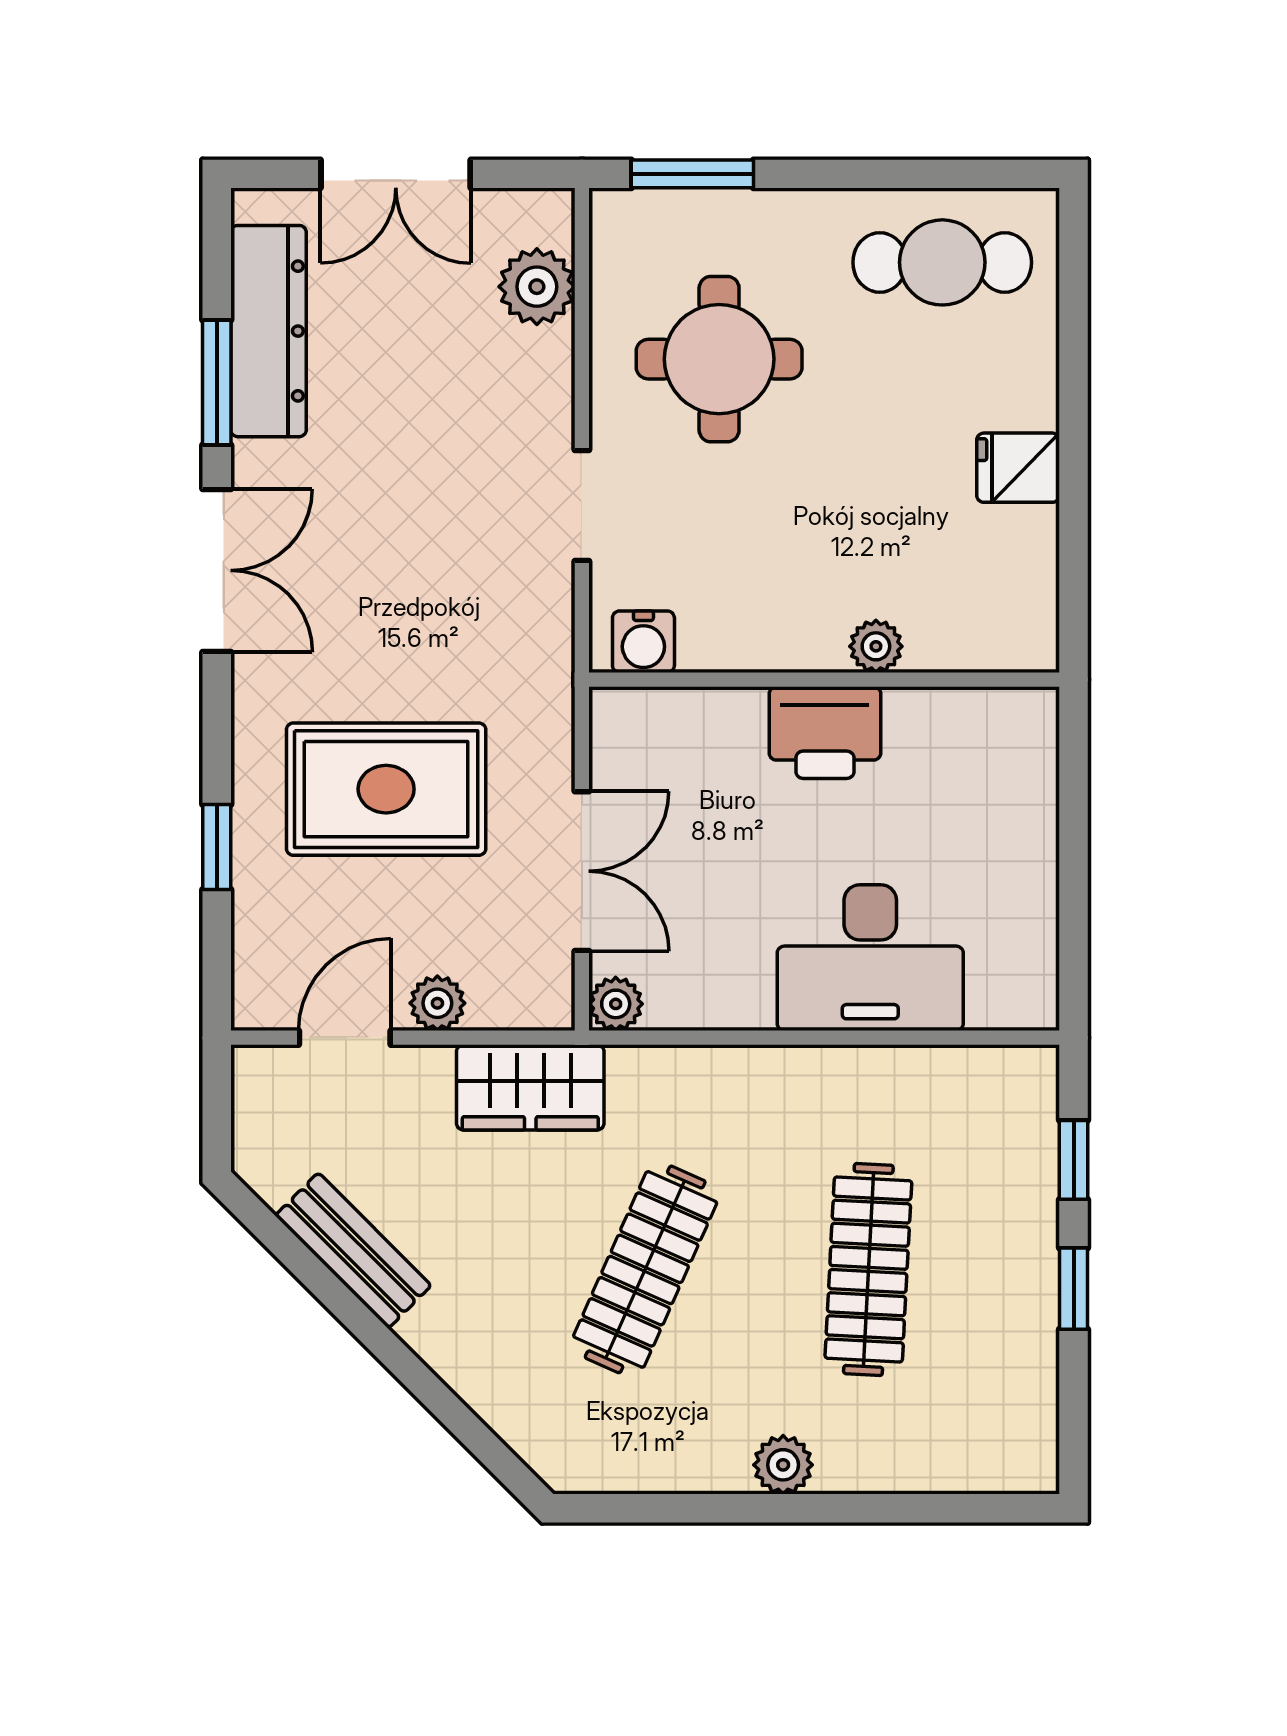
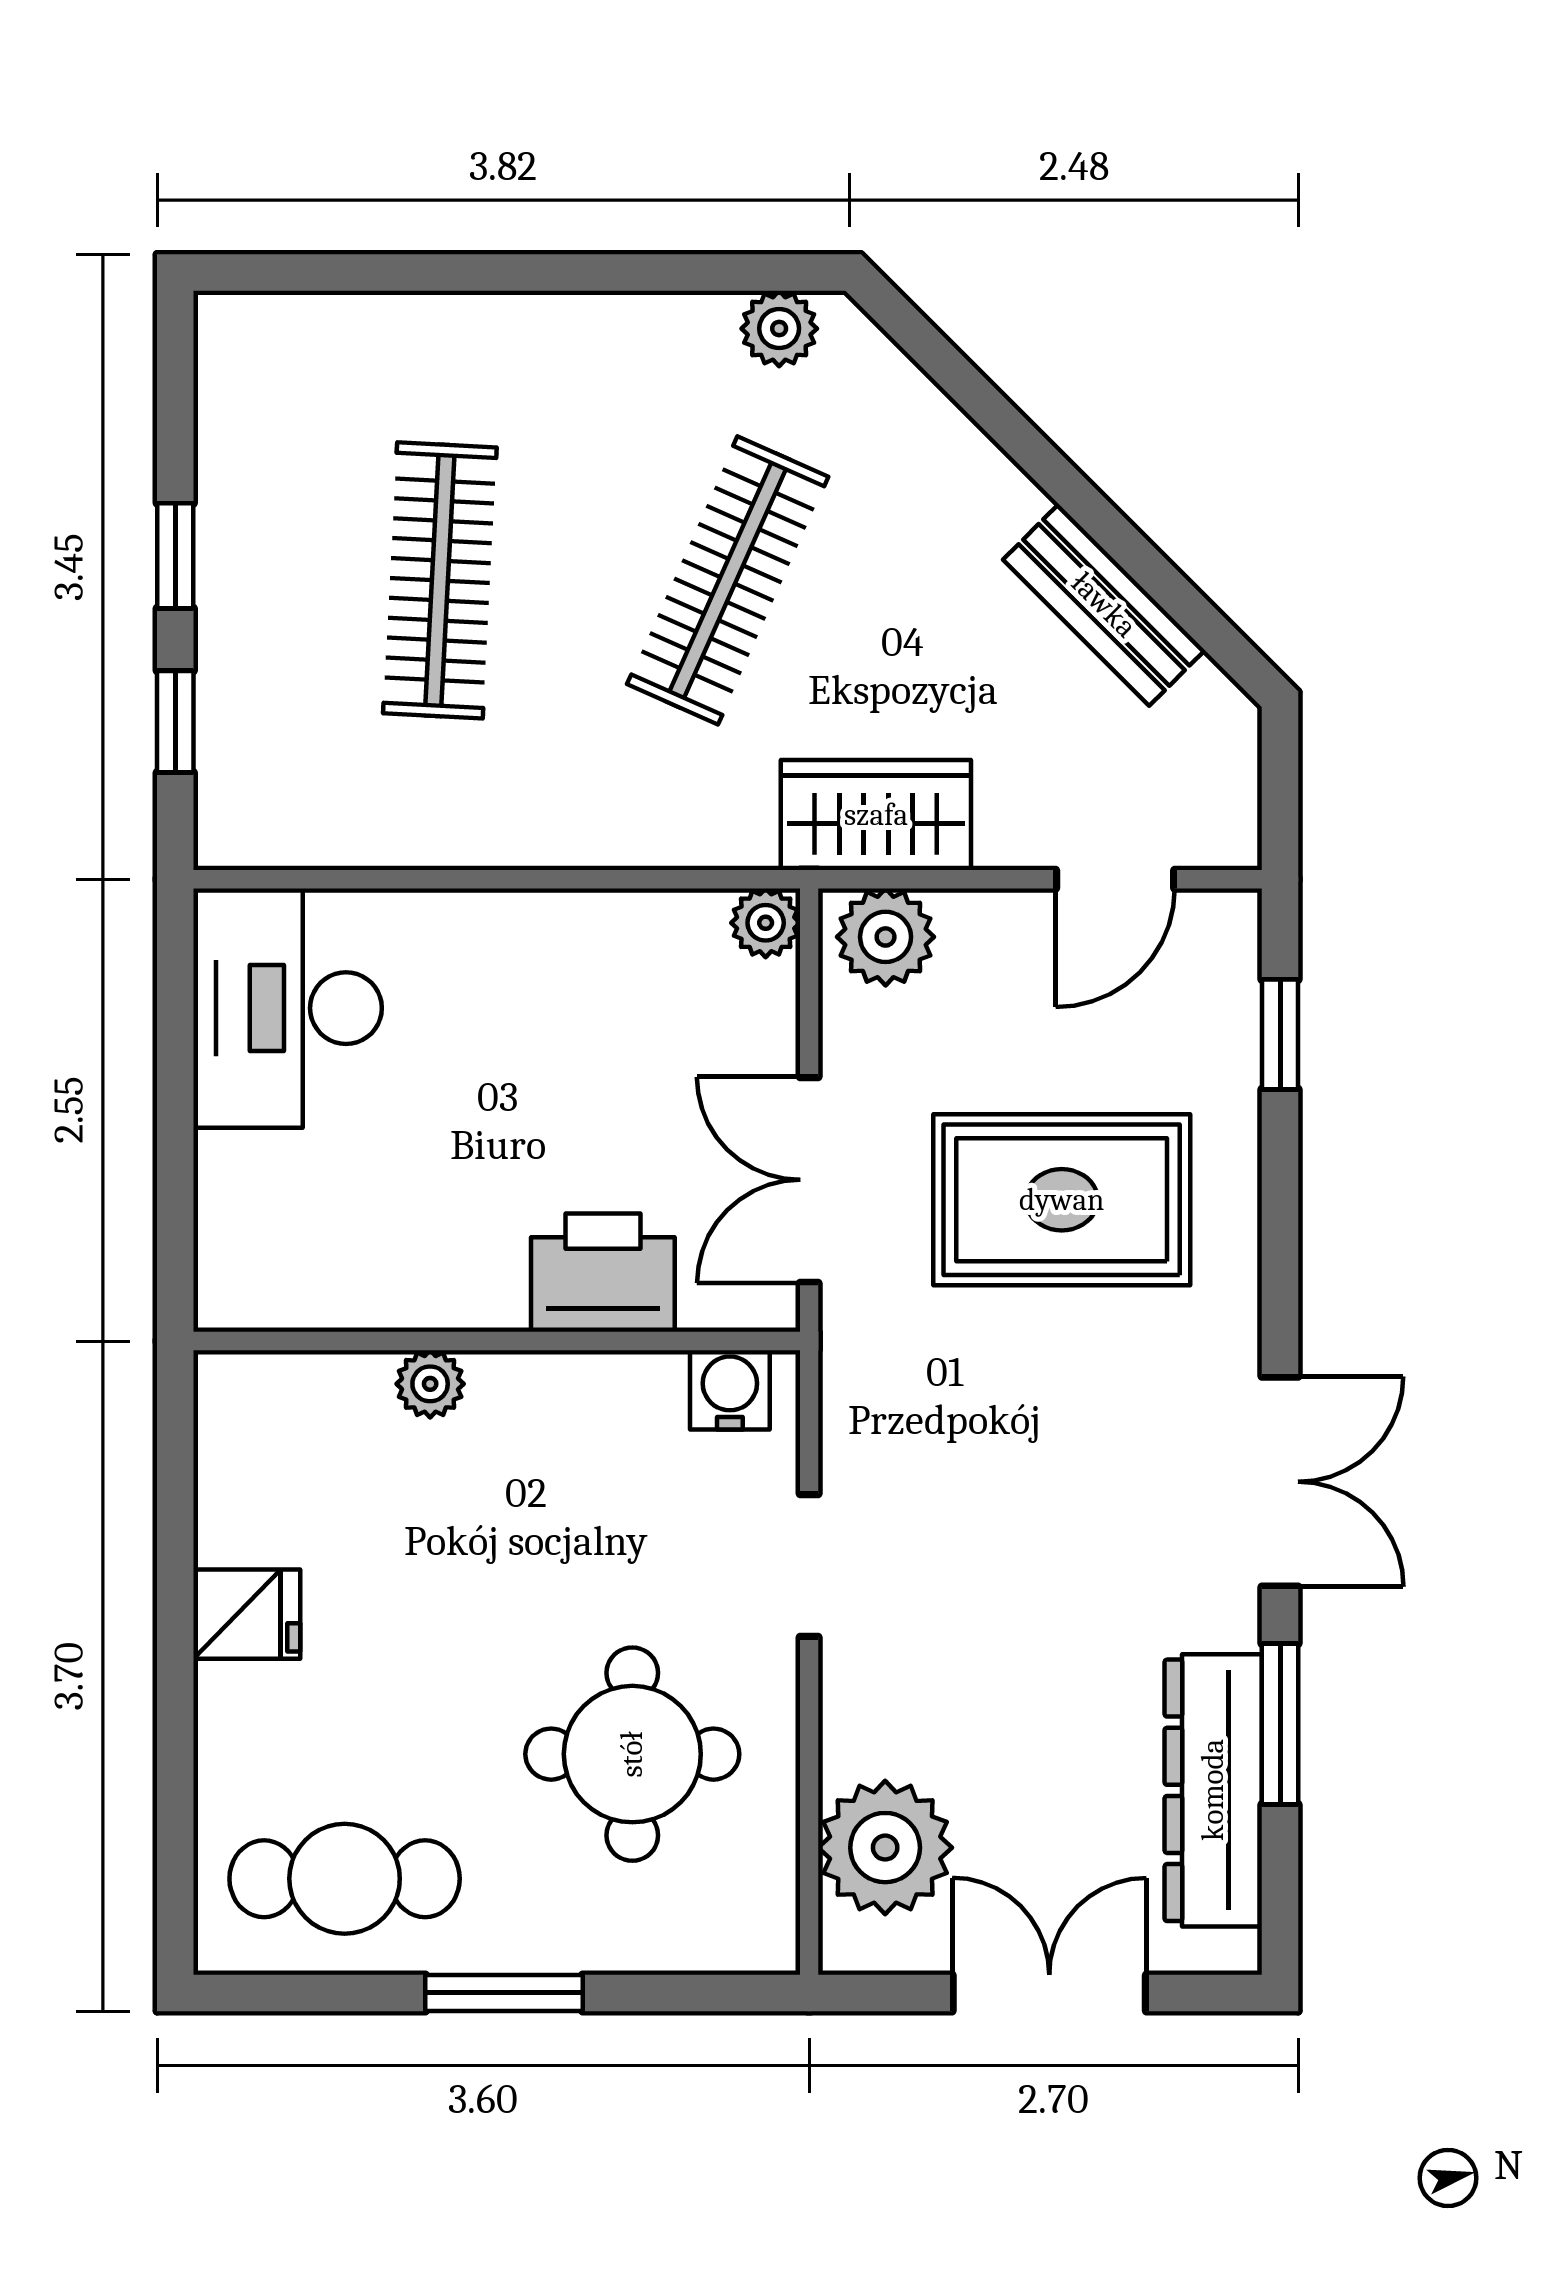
window: (692, 174) -> (504, 1993), moved
plant: (537, 287) -> (885, 1848), width x1.36, depth x1.36
double door: (217, 570) -> (1280, 1482), swing flipped
printer: (825, 733) -> (603, 1273), moved
window: (217, 847) -> (1280, 1034), moved
double door: (582, 871) -> (809, 1180), moved
desk: (870, 958) -> (288, 1008), moved, turned -90
plant: (437, 1003) -> (886, 937), moved, width x1.38, depth x1.38
plant: (783, 1465) -> (779, 329), moved

